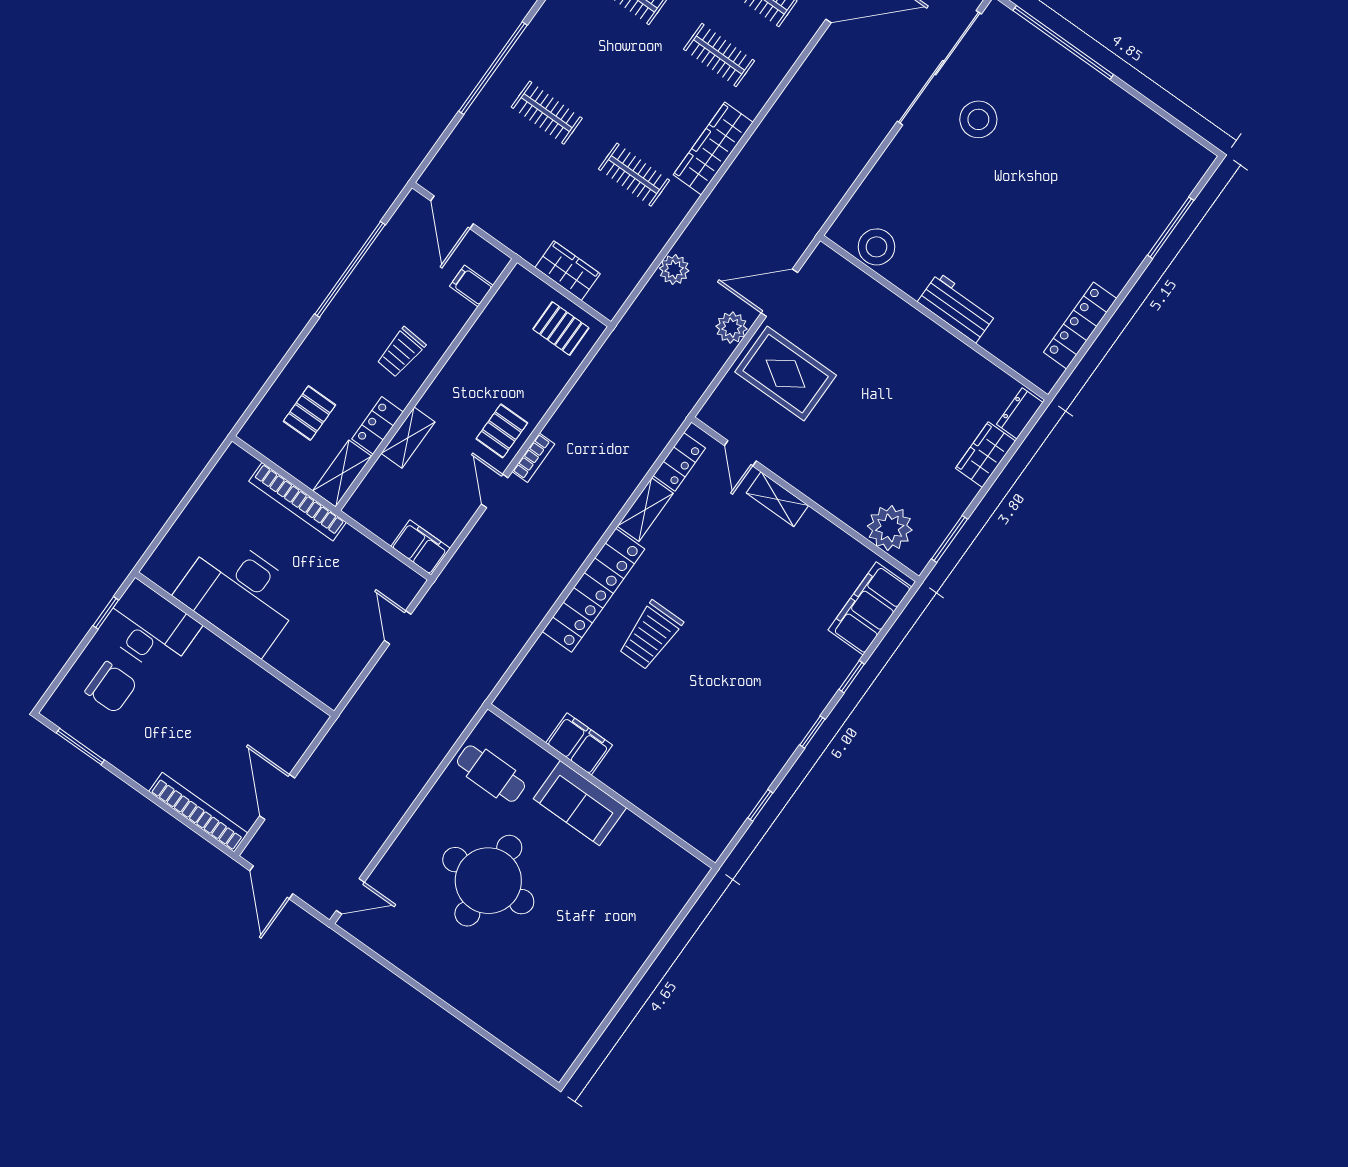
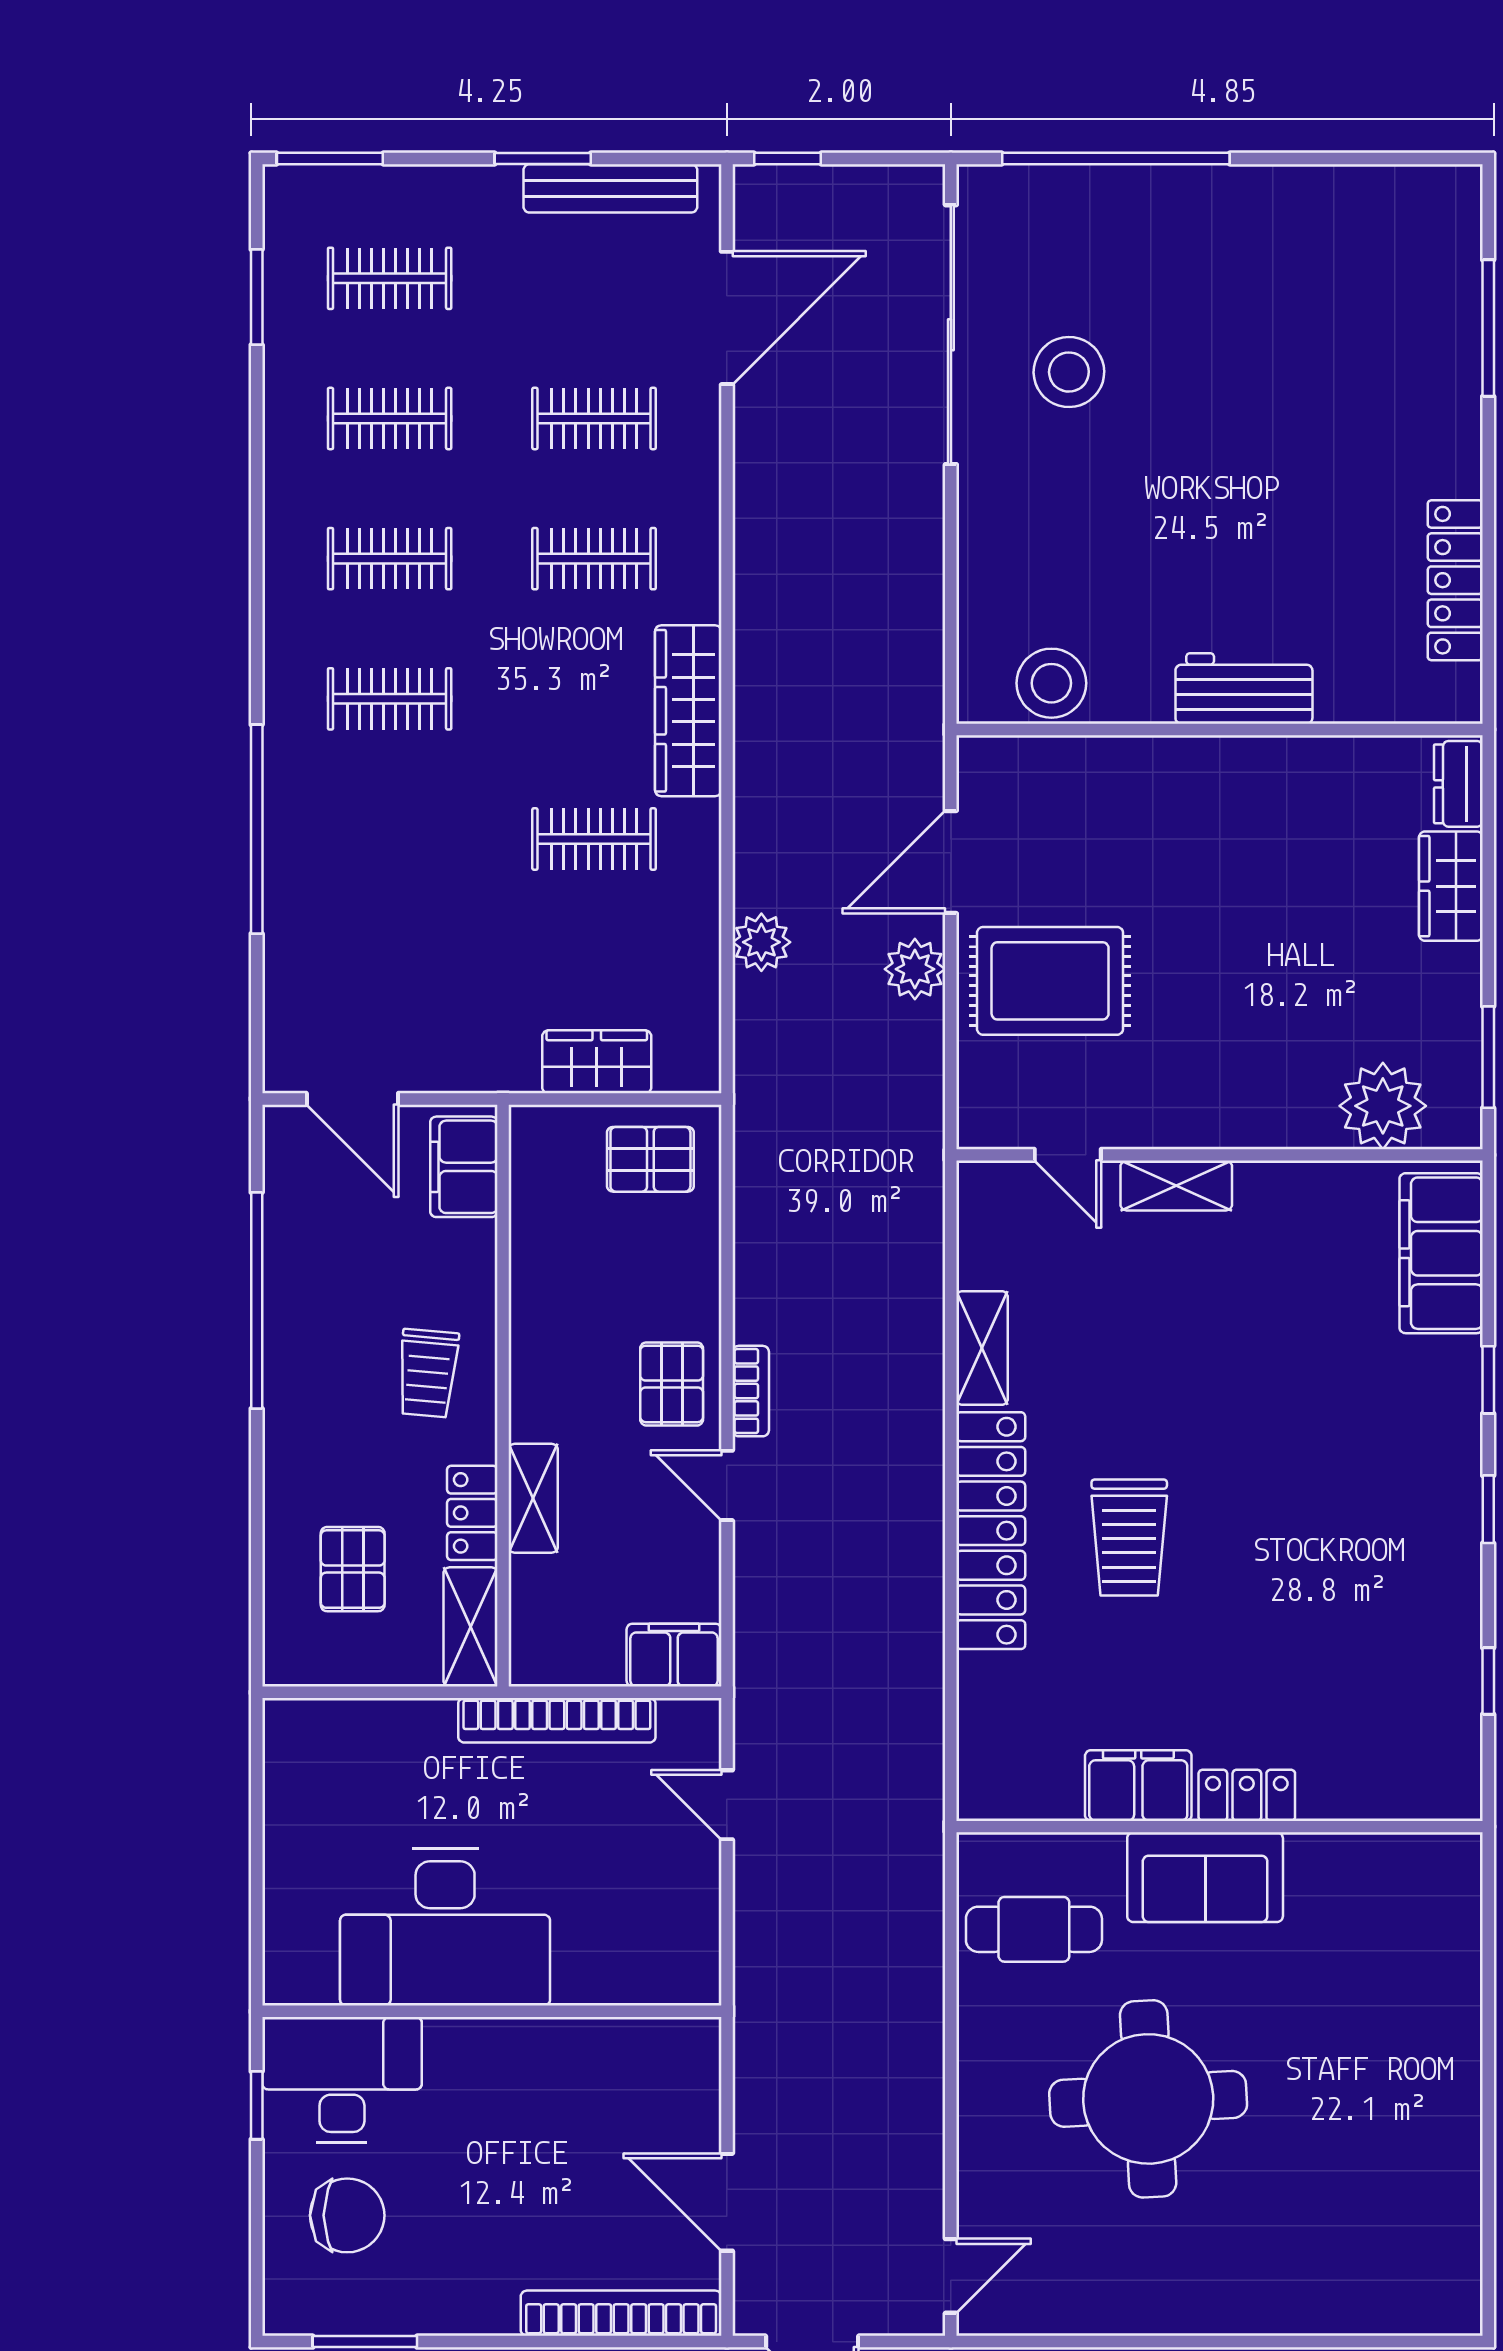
clothes rail: (547, 113) -> (390, 699), moved
filing cabinet: (471, 286) -> (464, 1167), width x2.00
locker: (679, 462) -> (1247, 1795), moved, turned -90
bookcase: (297, 502) -> (557, 1720), moved

